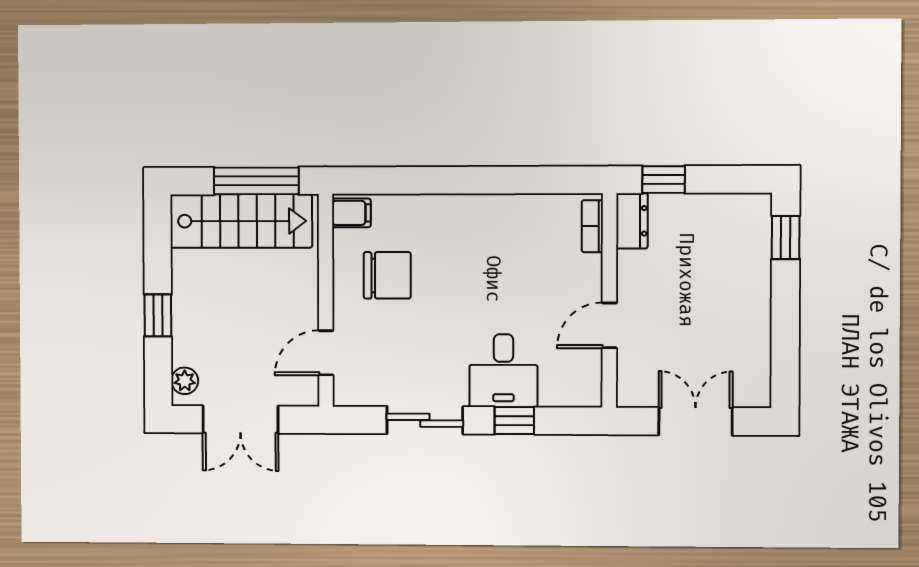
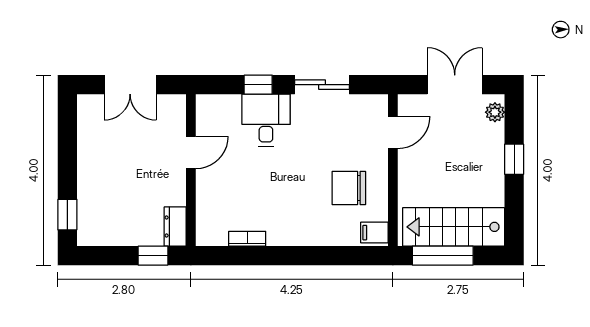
bookcase: (592, 226) -> (247, 239), moved, turned -90

